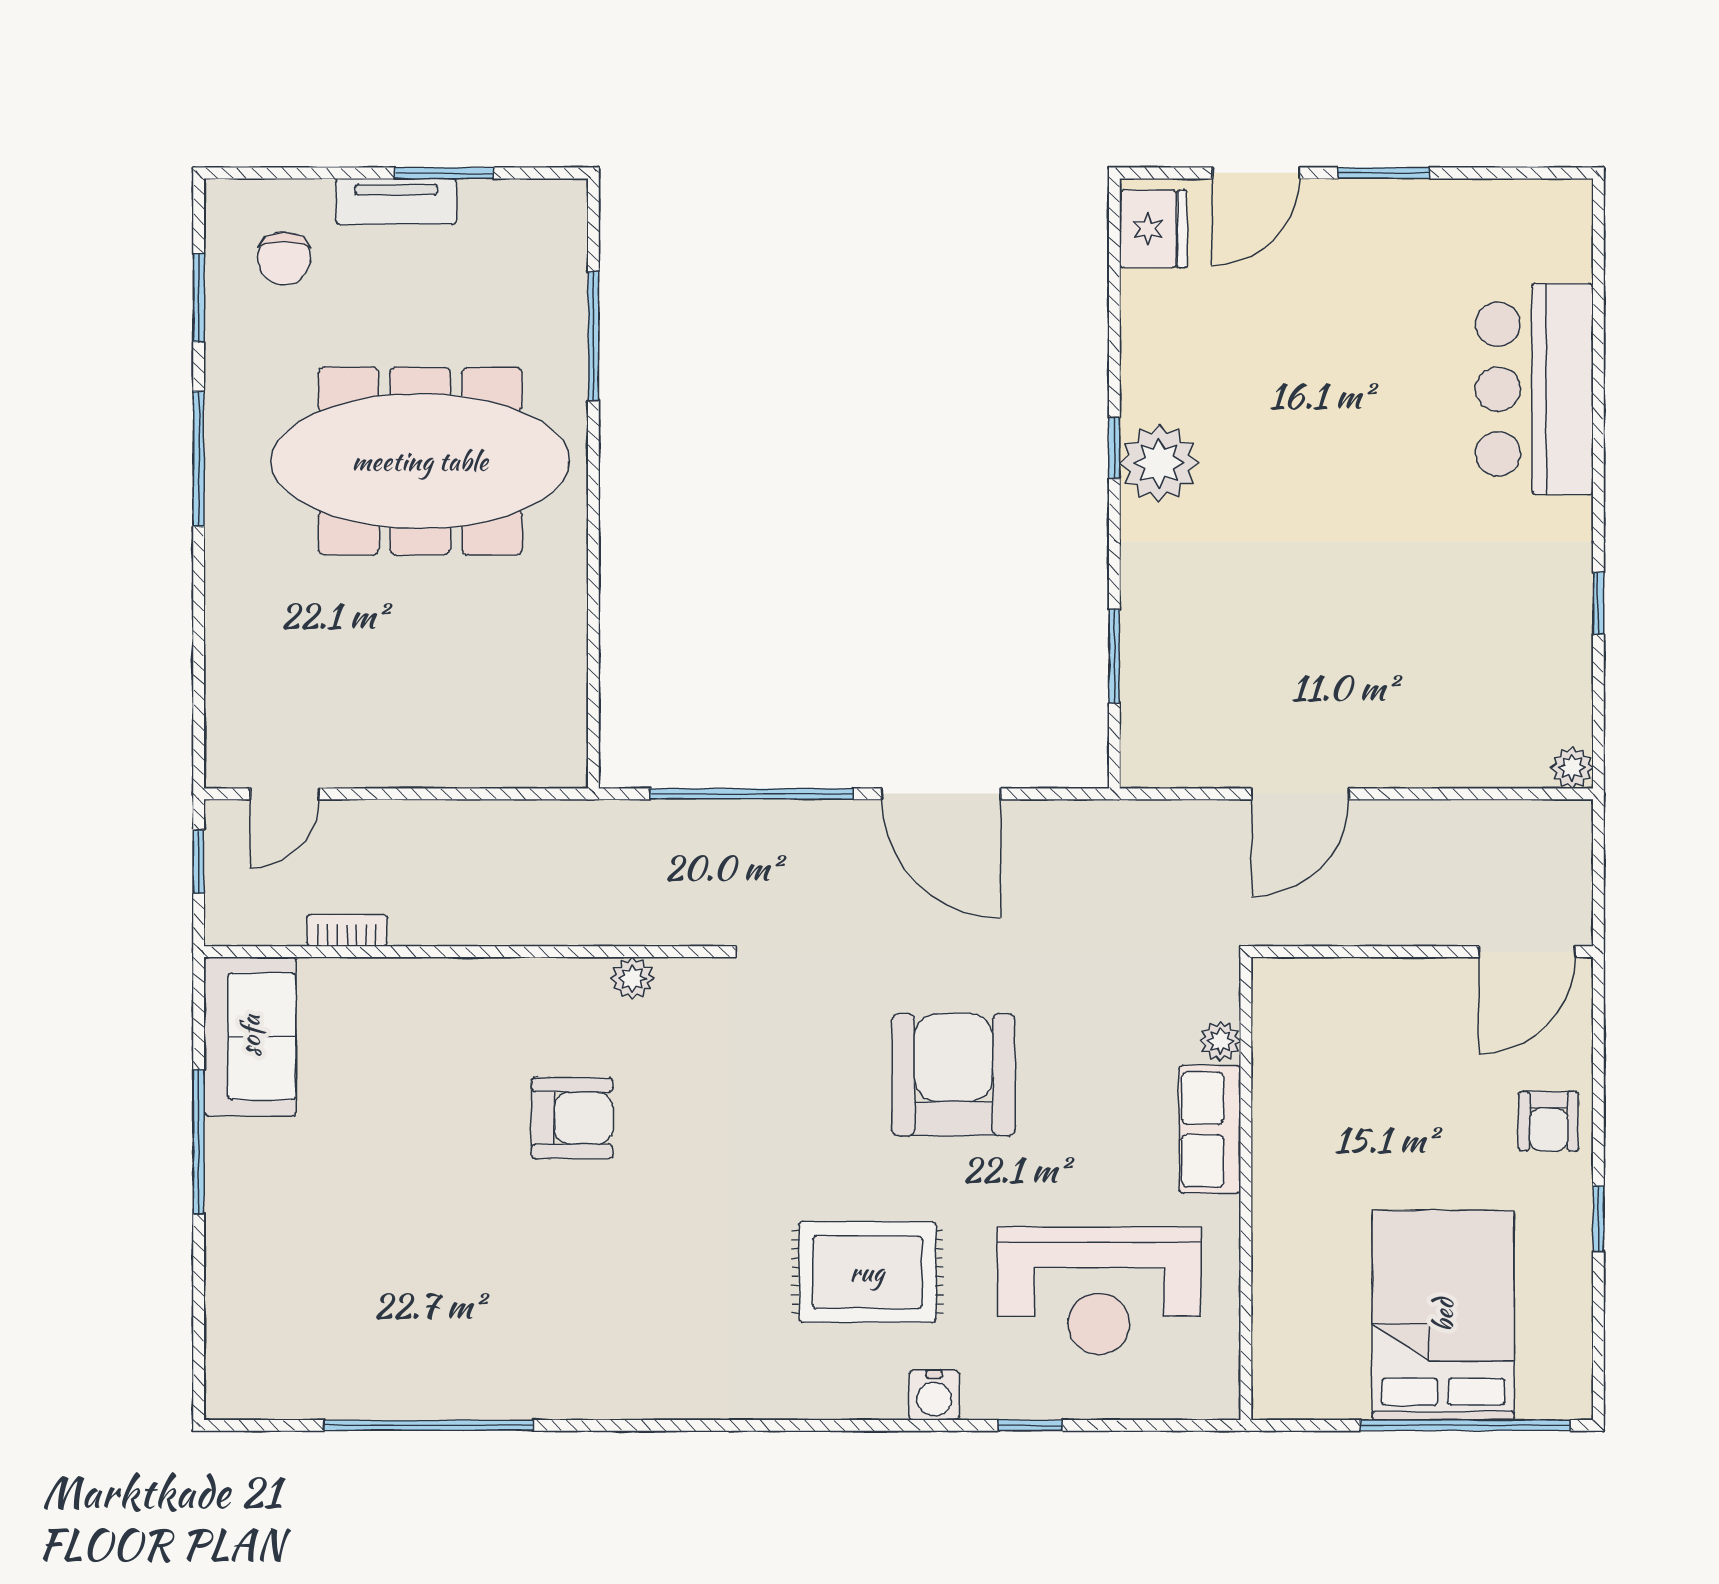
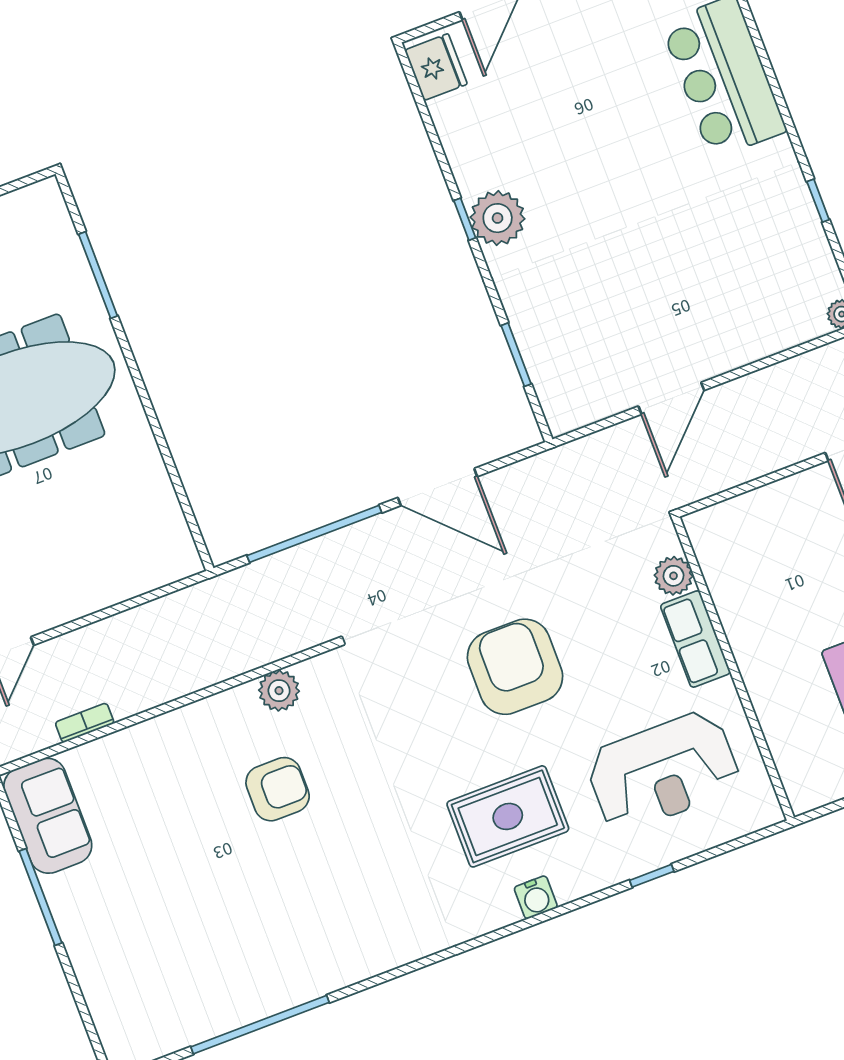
plant: (632, 978) -> (279, 691), width x1.38, depth x1.38
plant: (1220, 1041) -> (673, 576), width x1.38, depth x1.38
water cooler: (934, 1395) -> (536, 897), moved

